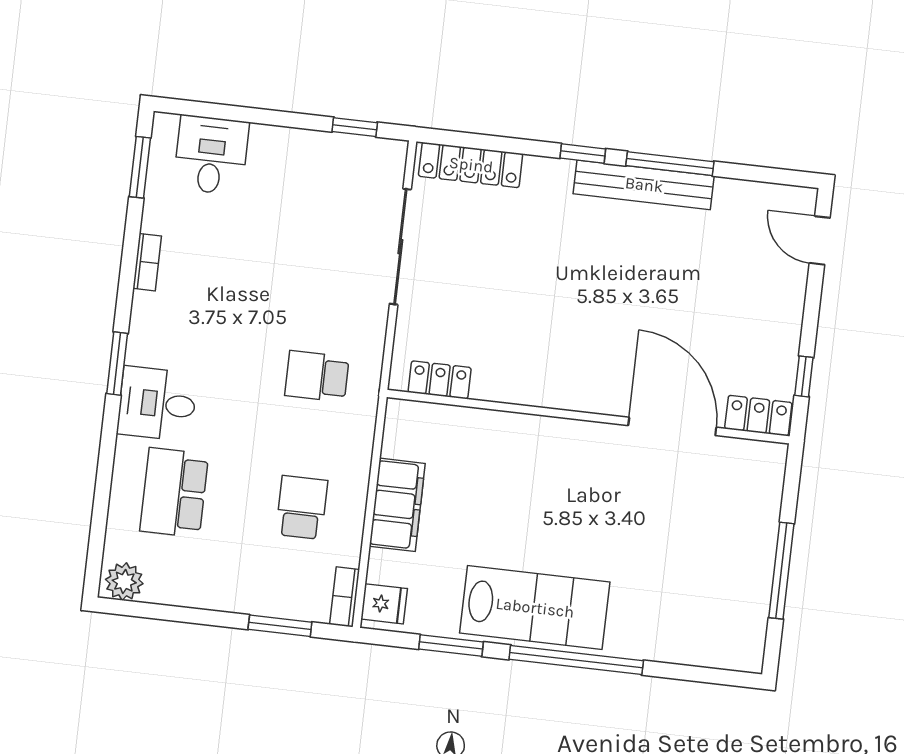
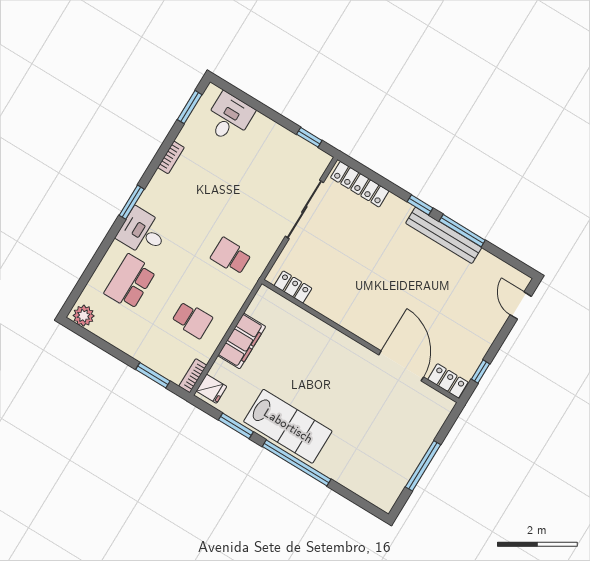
school desk: (302, 507) -> (192, 320), turned 90

